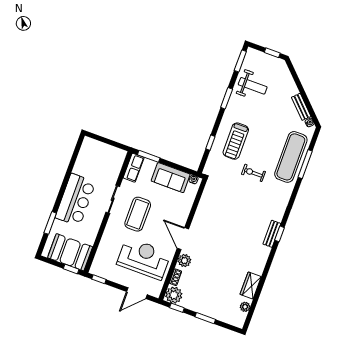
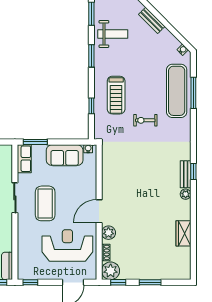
bench: (301, 107) -> (152, 20), moved
door: (183, 239) -> (99, 211), hinge flipped
plant: (245, 307) -> (186, 194), moved

